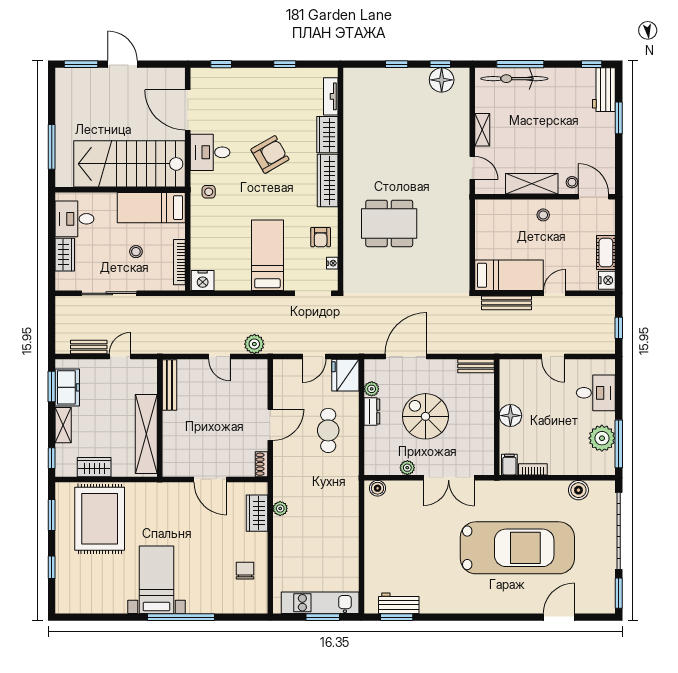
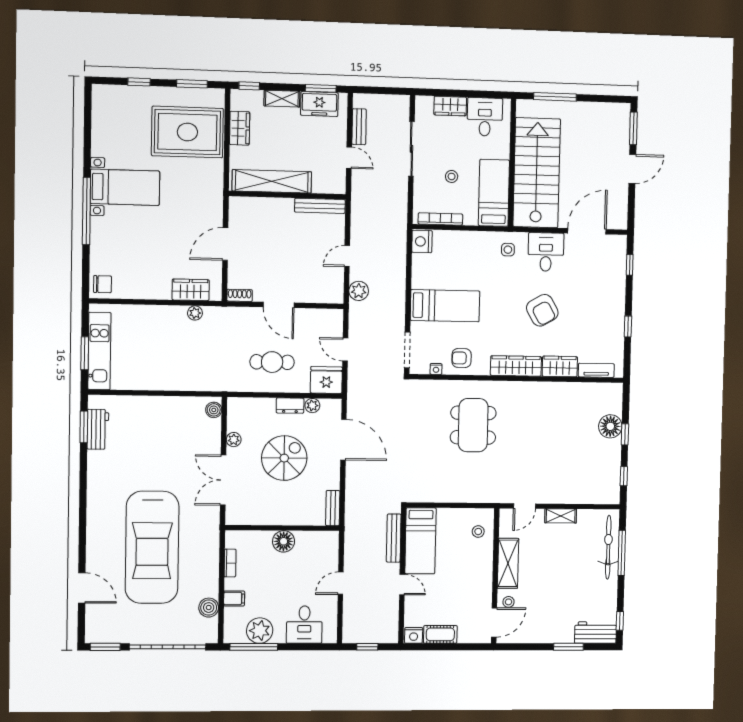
floor lamp: (442, 80) -> (610, 426), moved
stool: (543, 215) -> (478, 532), moved
filing cabinet: (509, 465) -> (234, 598), moved
chair: (245, 571) -> (102, 284), moved

